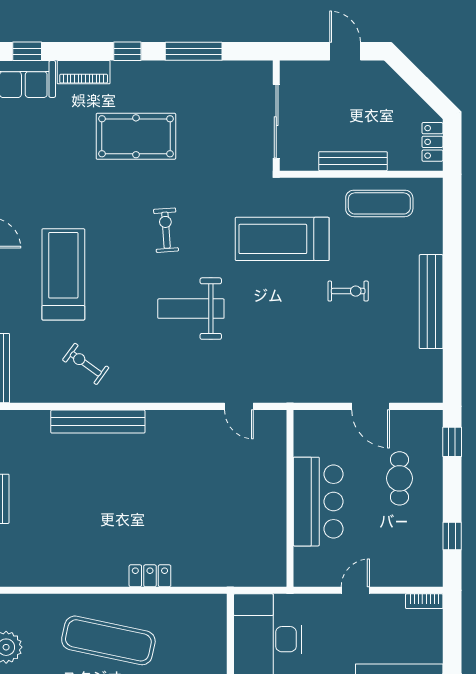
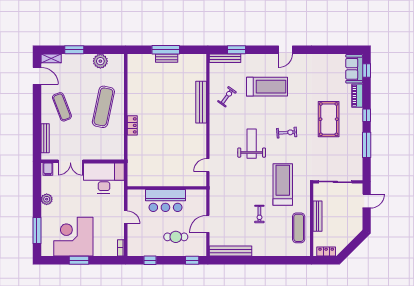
door: (345, 51) -> (367, 201), moved
bench: (431, 302) -> (231, 251), moved

